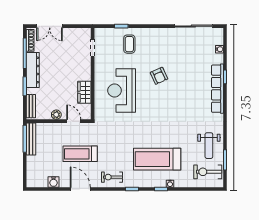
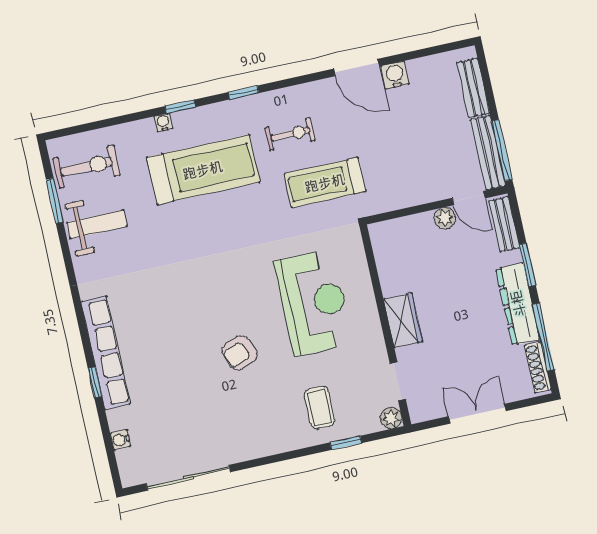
double door: (50, 26) -> (477, 414), moved
plant: (99, 33) -> (391, 418), added
armchair: (159, 76) -> (240, 353), turned -87
wardrobe: (84, 92) -> (403, 320), moved
door: (74, 121) -> (469, 198), moved
weight bench: (209, 146) -> (97, 224), turned 90
treadmill: (80, 154) -> (325, 183), moved, turned 180
bench: (31, 169) -> (473, 88), added
exercise bike: (112, 177) -> (290, 134), moved
water cooler: (53, 182) -> (395, 75), moved

